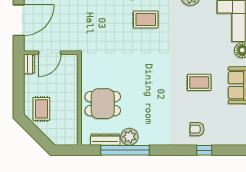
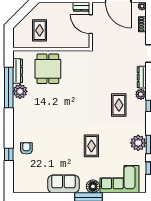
rug: (199, 82) -> (91, 146), moved
rug: (41, 109) -> (40, 30), moved, turned 90

